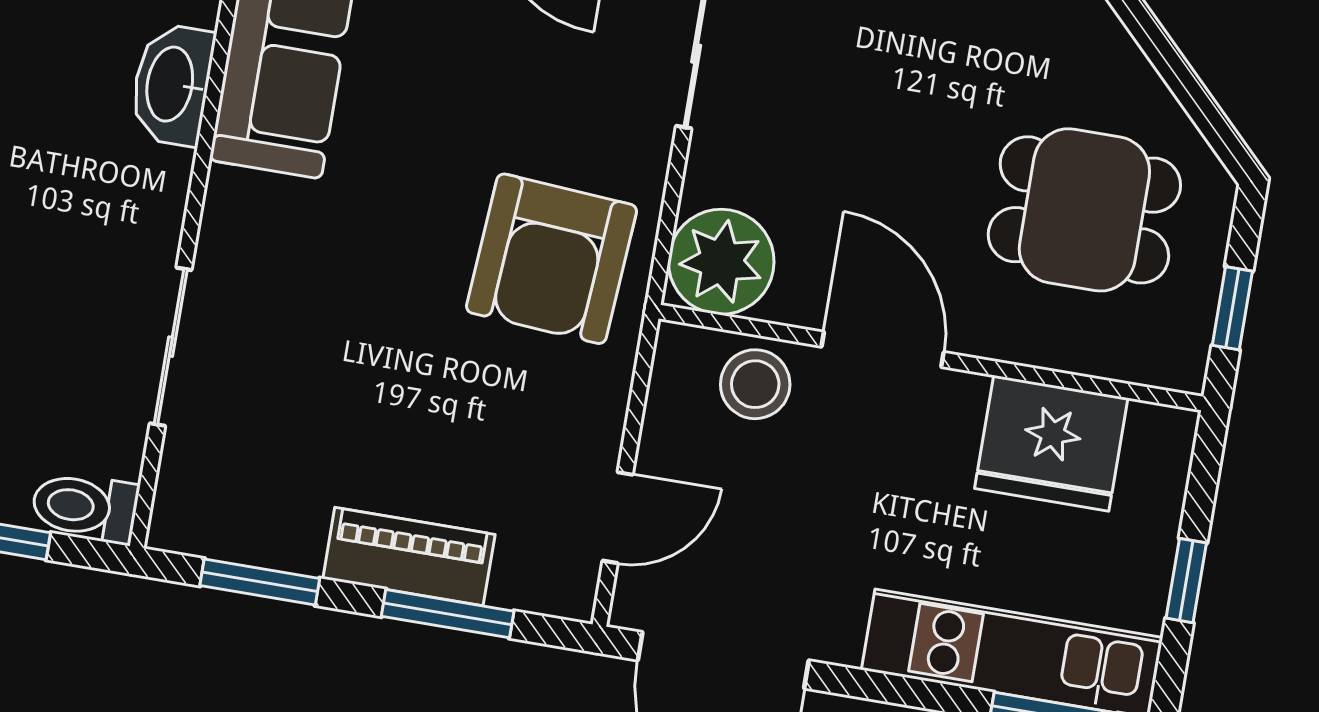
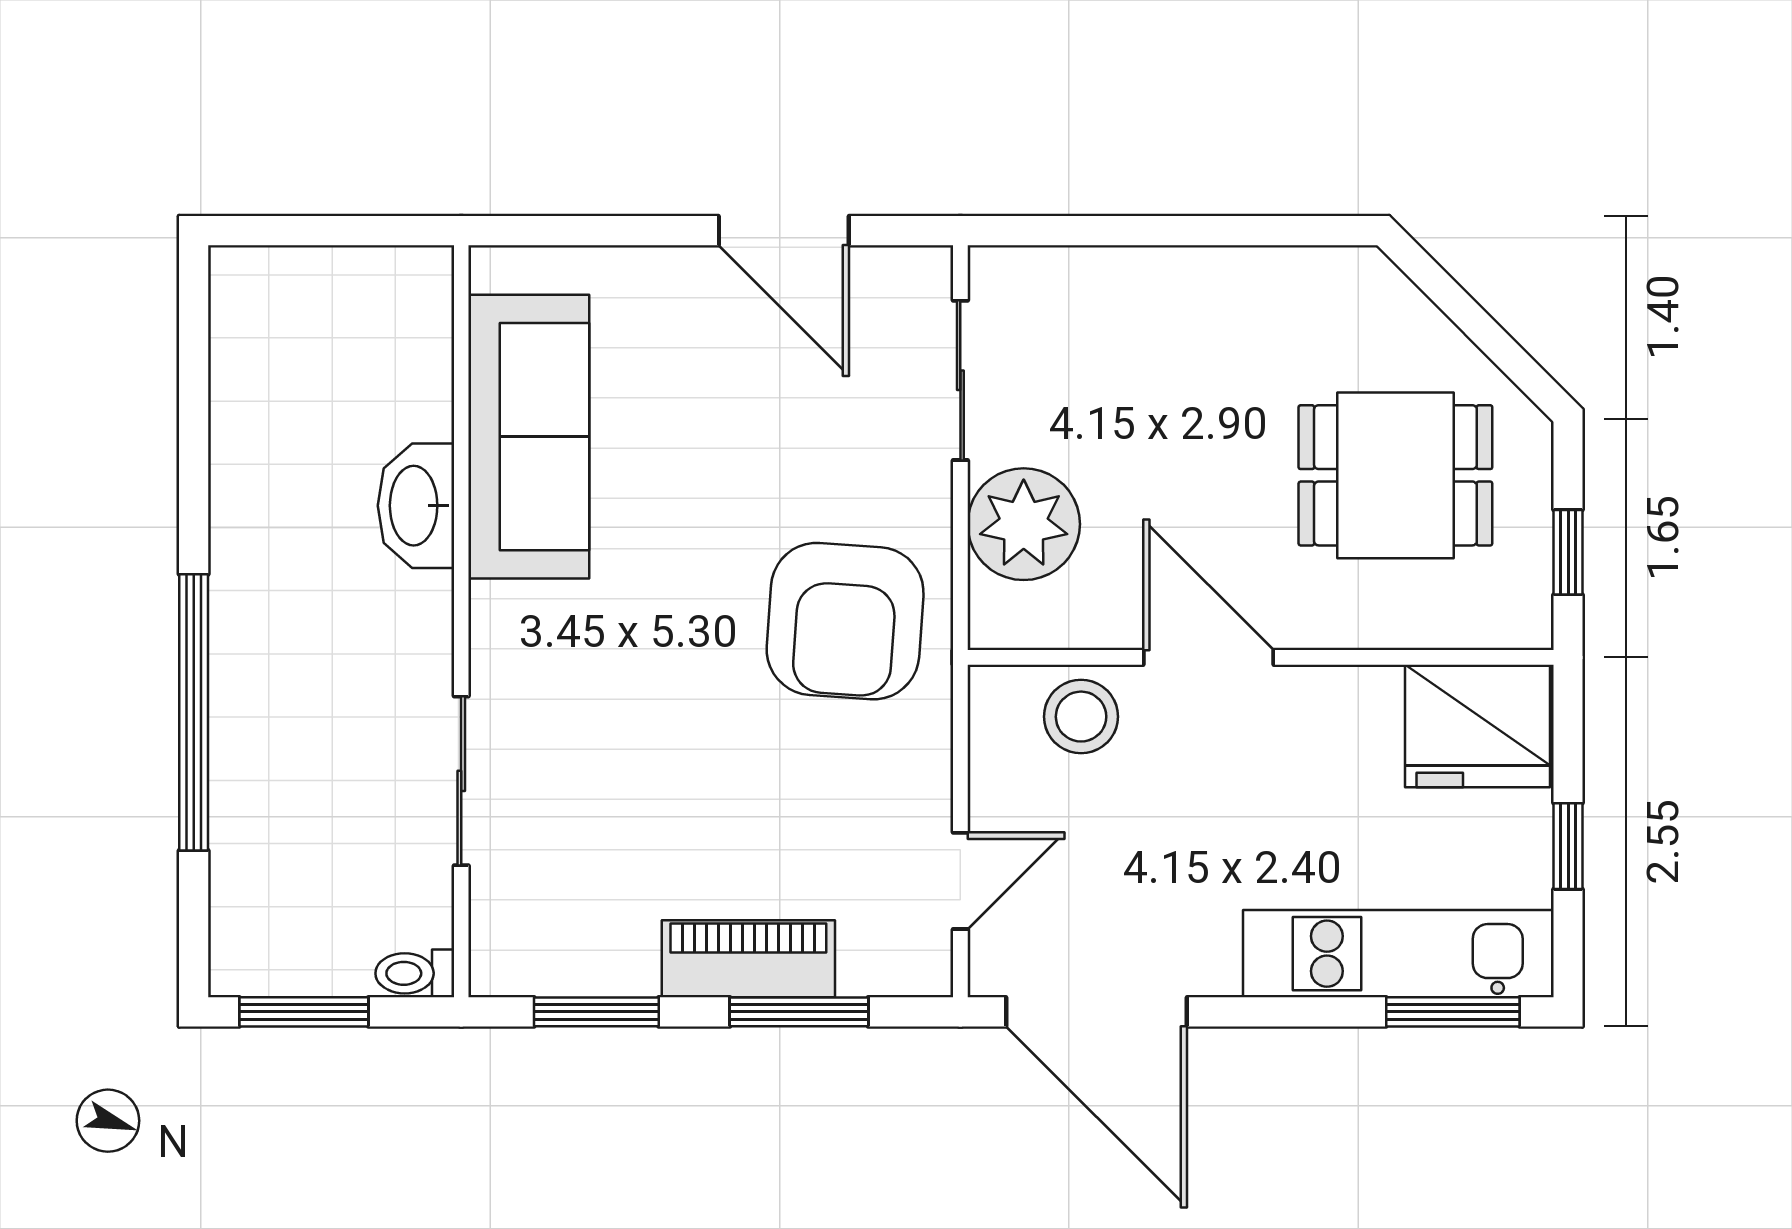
plant: (721, 262) -> (1024, 524), moved
fridge: (1051, 443) -> (1477, 726), moved
toilet: (85, 507) -> (415, 973), width x0.73, depth x0.72

